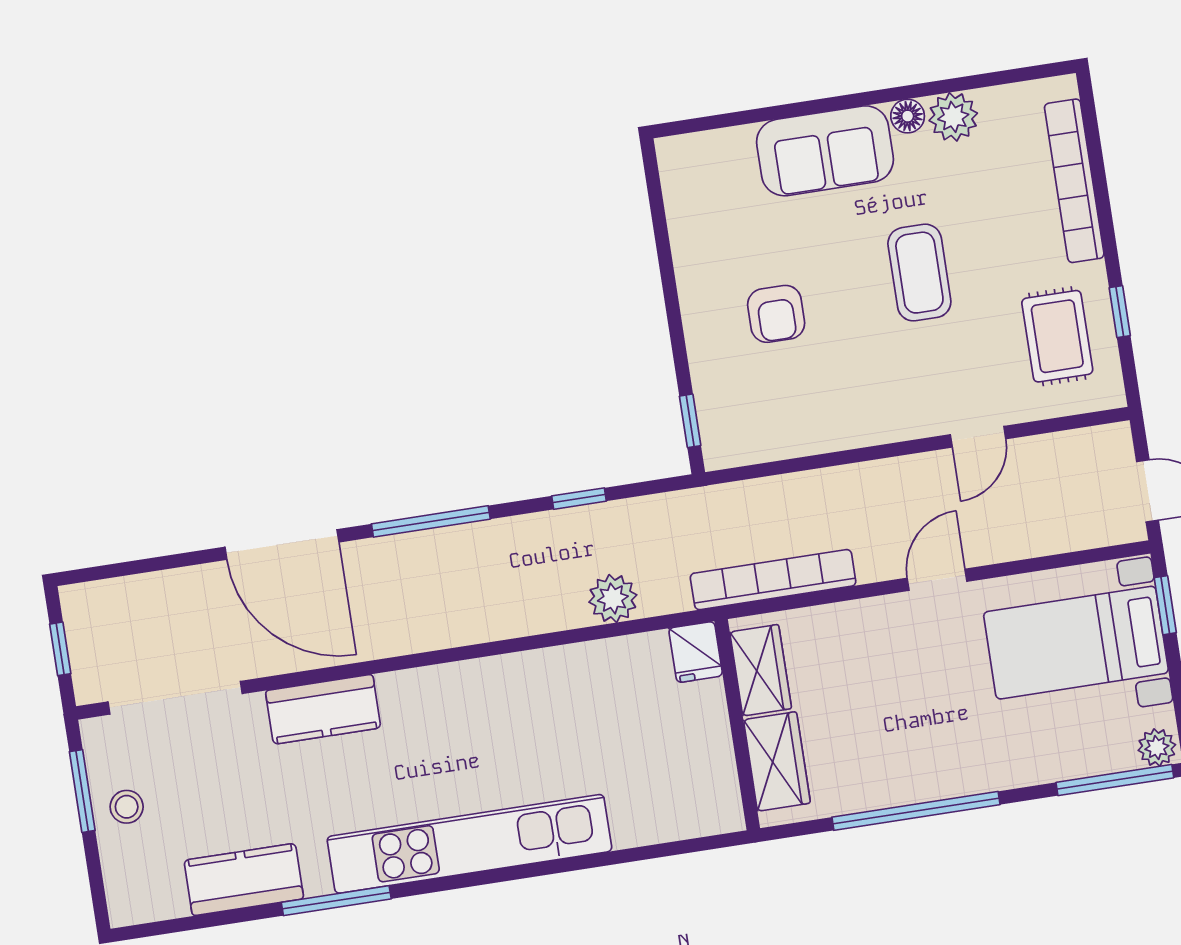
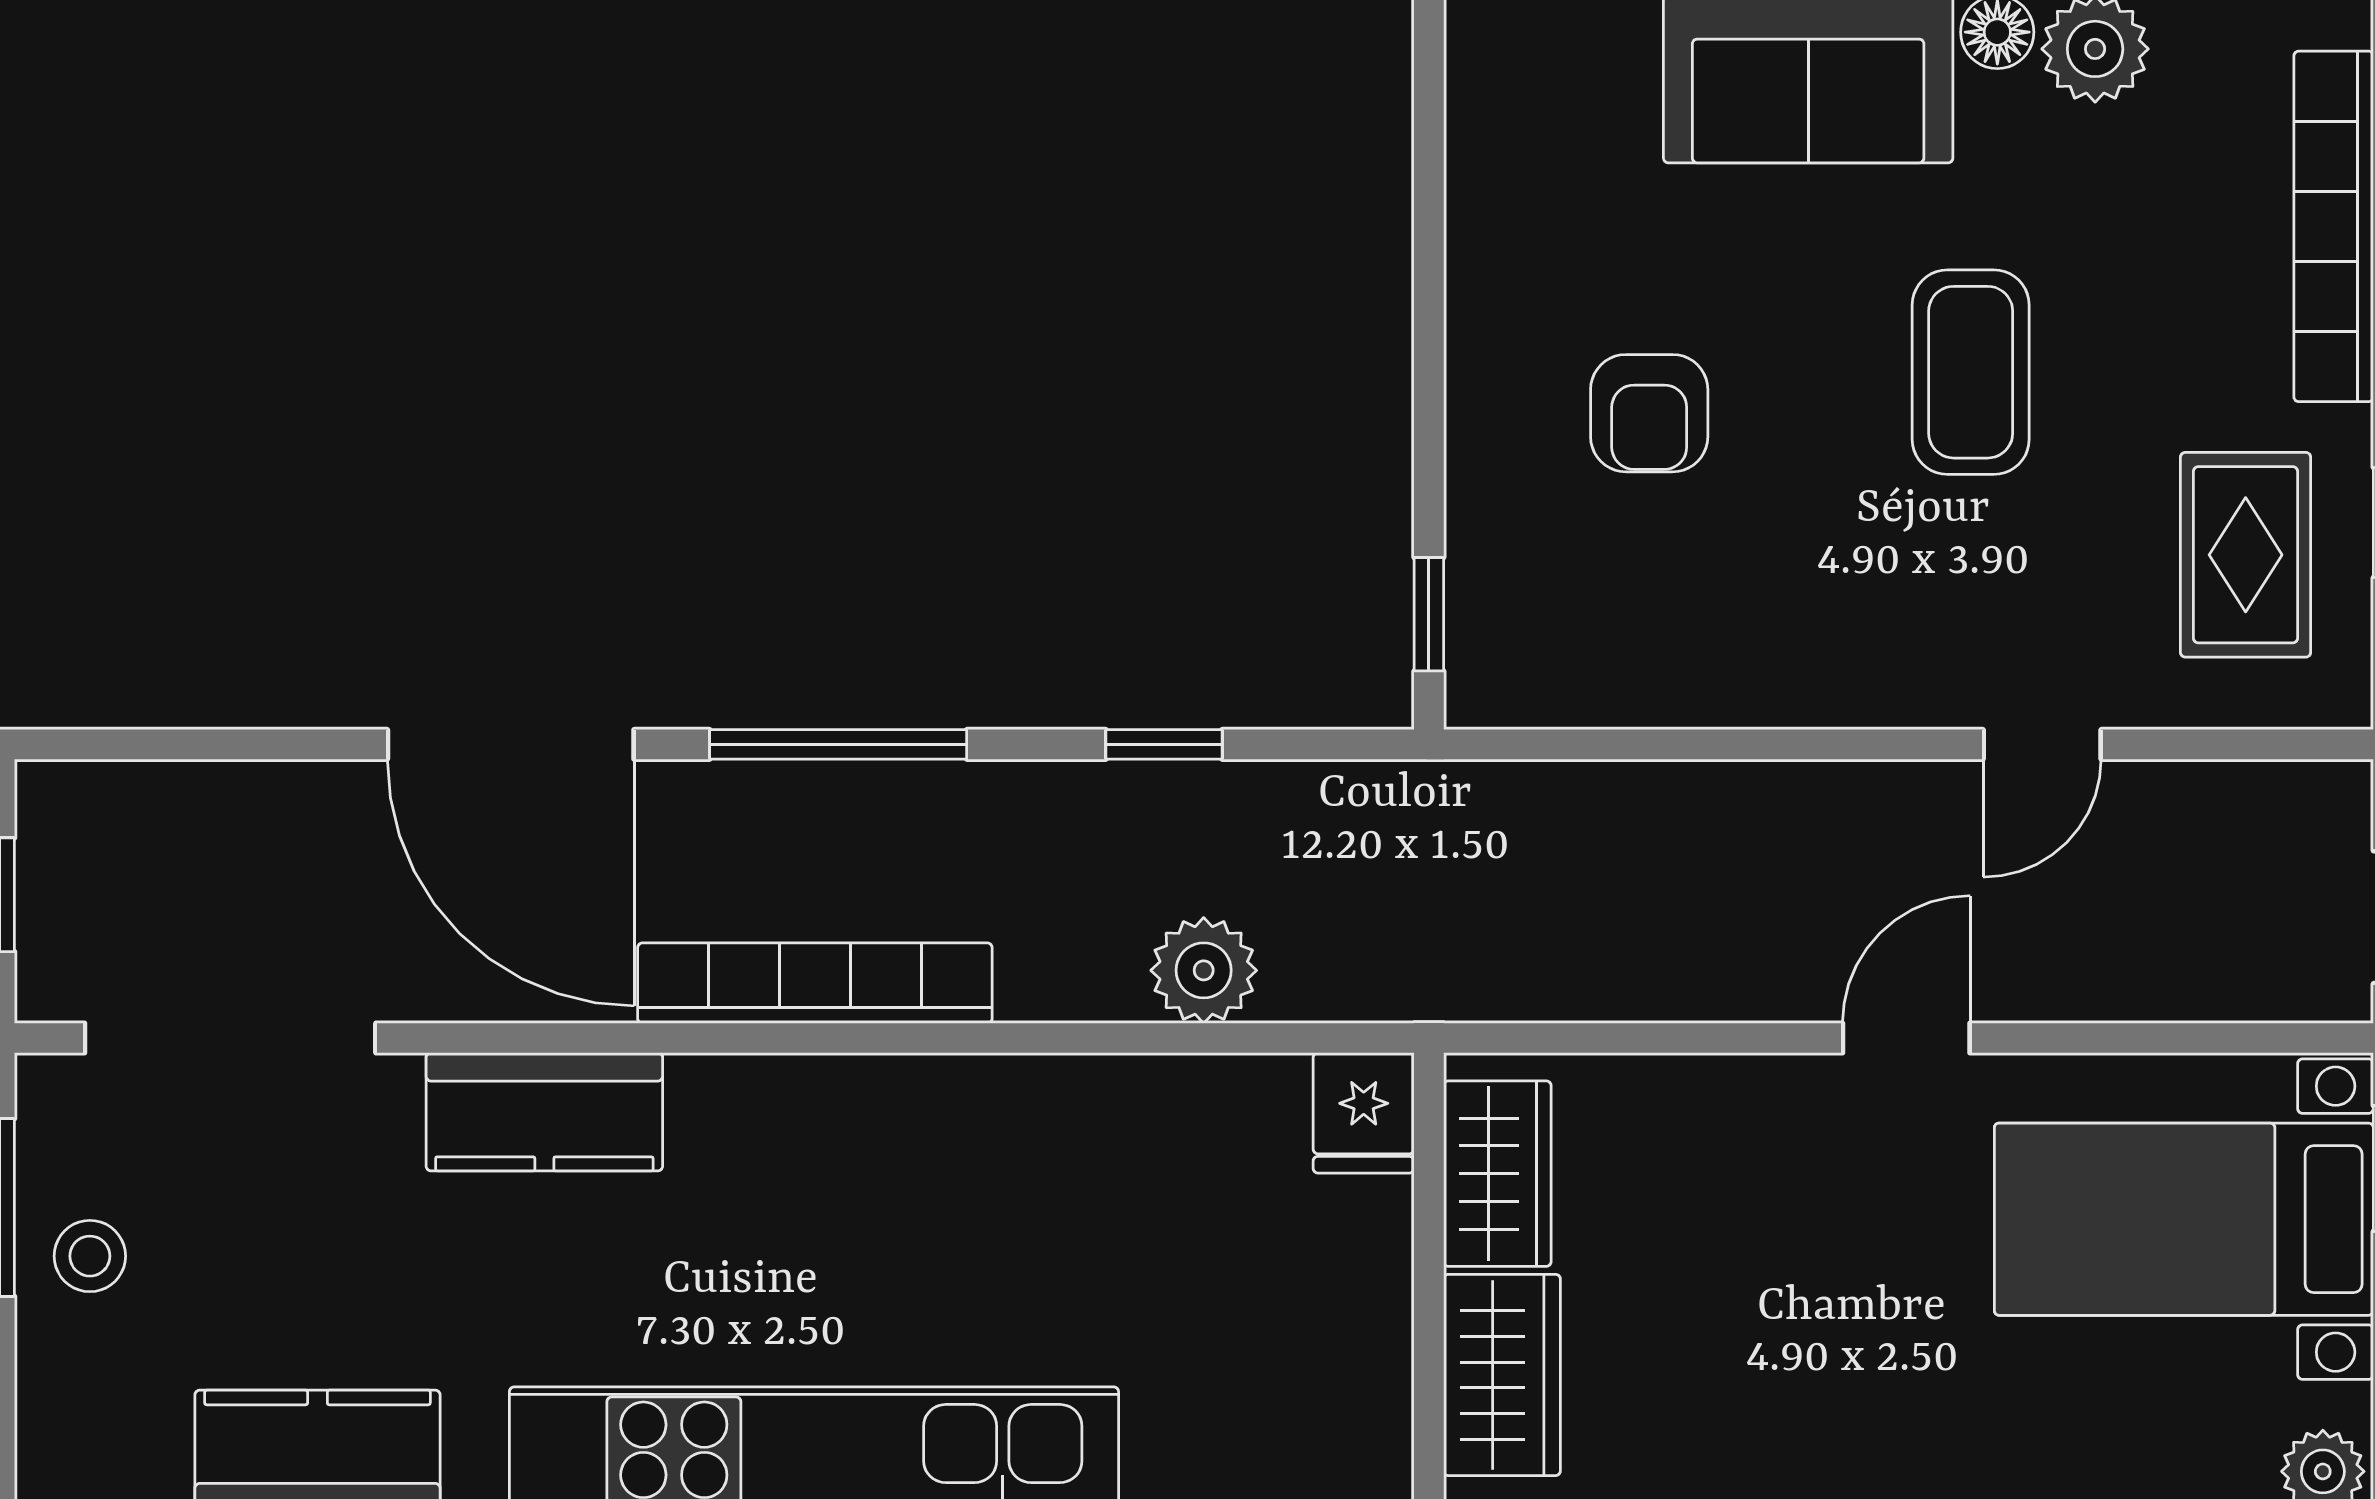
bookcase: (773, 580) -> (815, 983), moved

